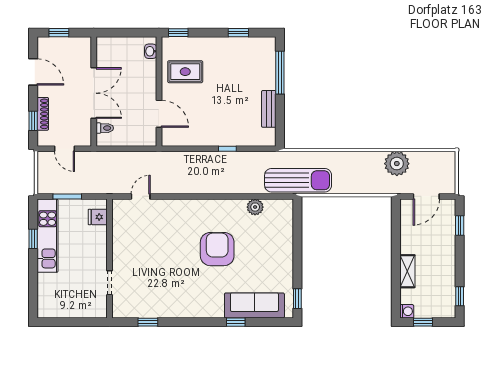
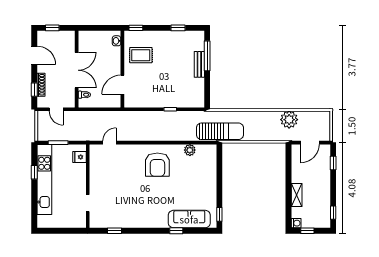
bench: (269, 109) -> (199, 64), moved
door: (159, 114) -> (122, 85), swing flipped
kitchen unit: (48, 236) -> (44, 179), width x1.36
armchair: (217, 249) -> (157, 165), moved, turned 180

